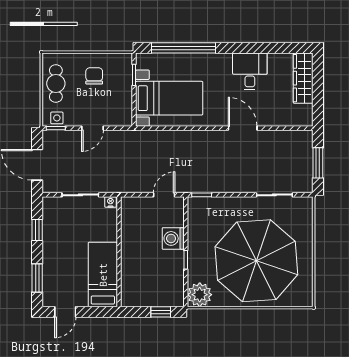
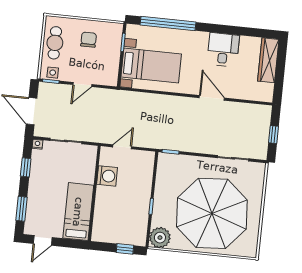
window: (318, 163) -> (273, 135), width x0.67
door: (164, 195) -> (122, 147), moved
nightstand: (110, 202) -> (37, 144), moved
washing machine: (173, 238) -> (107, 176), moved, turned 180

